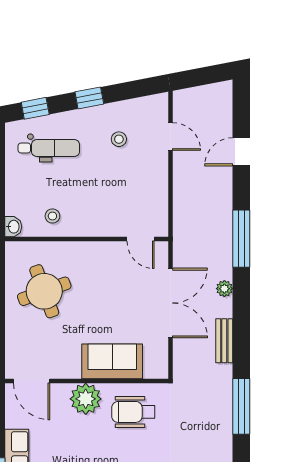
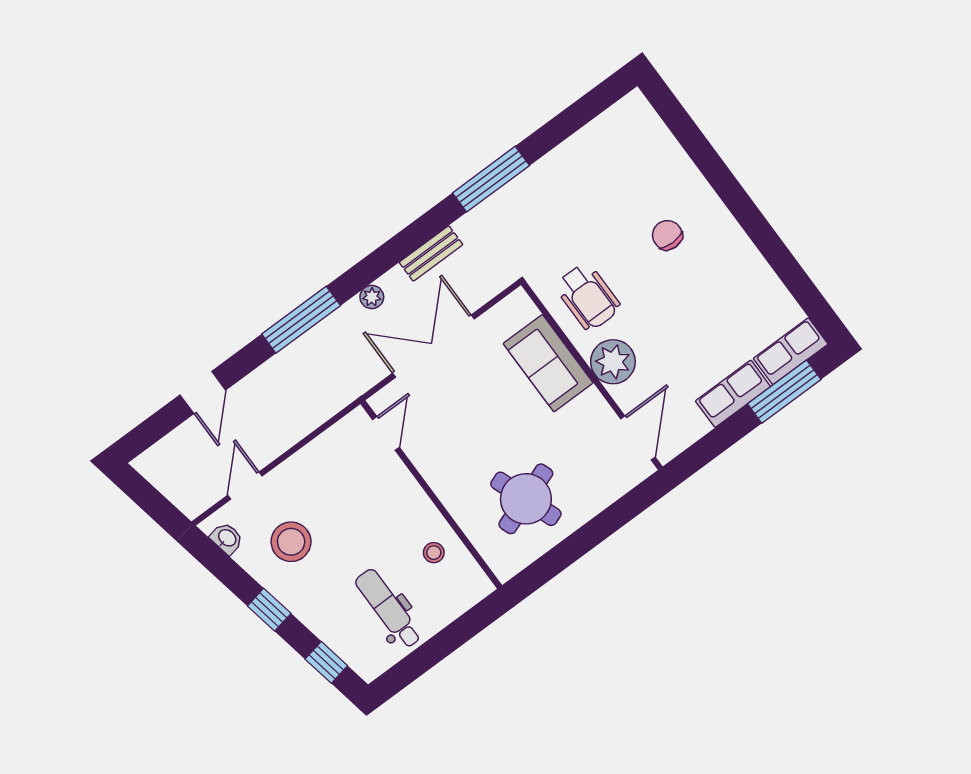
stool: (119, 139) -> (291, 542), width x1.89, depth x1.89
dental chair: (49, 148) -> (388, 609), moved
door: (241, 152) -> (203, 392), hinge flipped
washbasin: (13, 227) -> (227, 538), moved, turned 79

